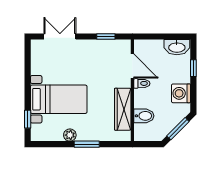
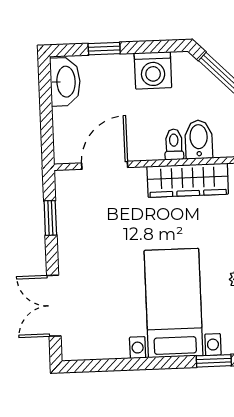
toilet: (142, 83) -> (174, 144), moved

